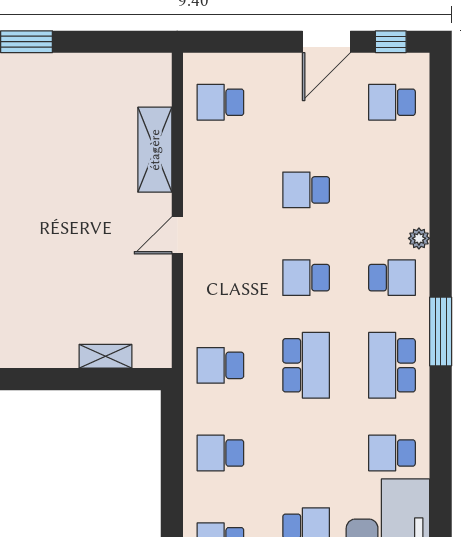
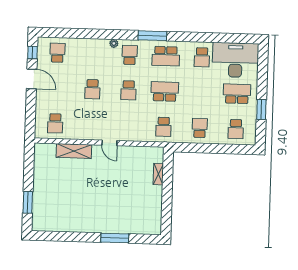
school desk: (392, 102) -> (57, 53), turned 180
school desk: (220, 453) -> (200, 128), turned 180

